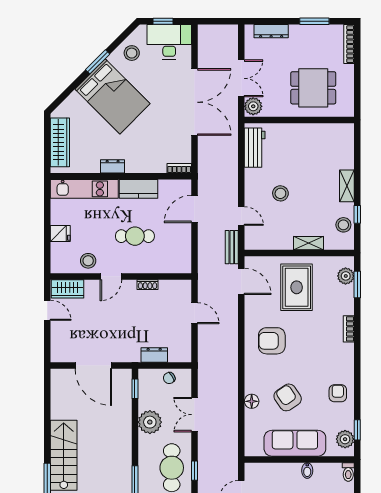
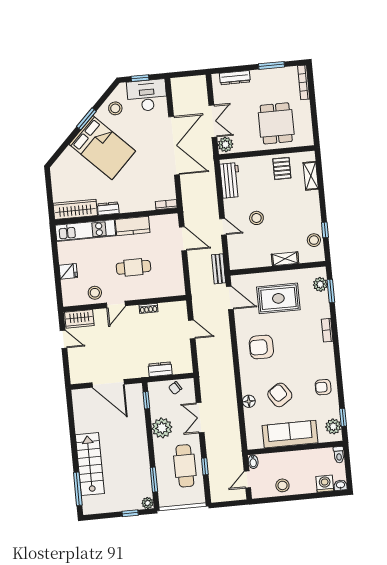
dining table: (313, 88) -> (276, 123), turned 90
pallet: (315, 140) -> (282, 168), added
wardrobe: (60, 142) -> (75, 209), moved, turned -90
shelving: (347, 186) -> (311, 176), moved
door: (194, 209) -> (183, 239), swing flipped
door: (241, 216) -> (223, 227), moved
rug: (297, 287) -> (278, 298), turned 90
armchair: (338, 393) -> (323, 387), turned -90
bidet: (307, 471) -> (253, 462), moved

